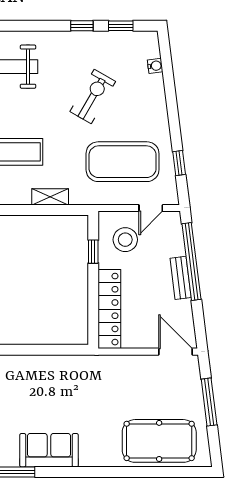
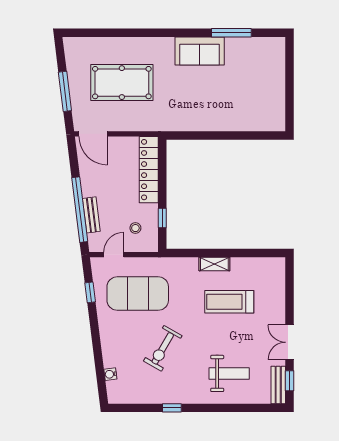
window: (121, 26) -> (139, 408), removed
shelving: (50, 197) -> (214, 264), moved
stool: (125, 240) -> (135, 228), width x0.53, depth x0.53
bench: (181, 278) -> (91, 215), moved
pool table: (159, 441) -> (122, 83), moved

